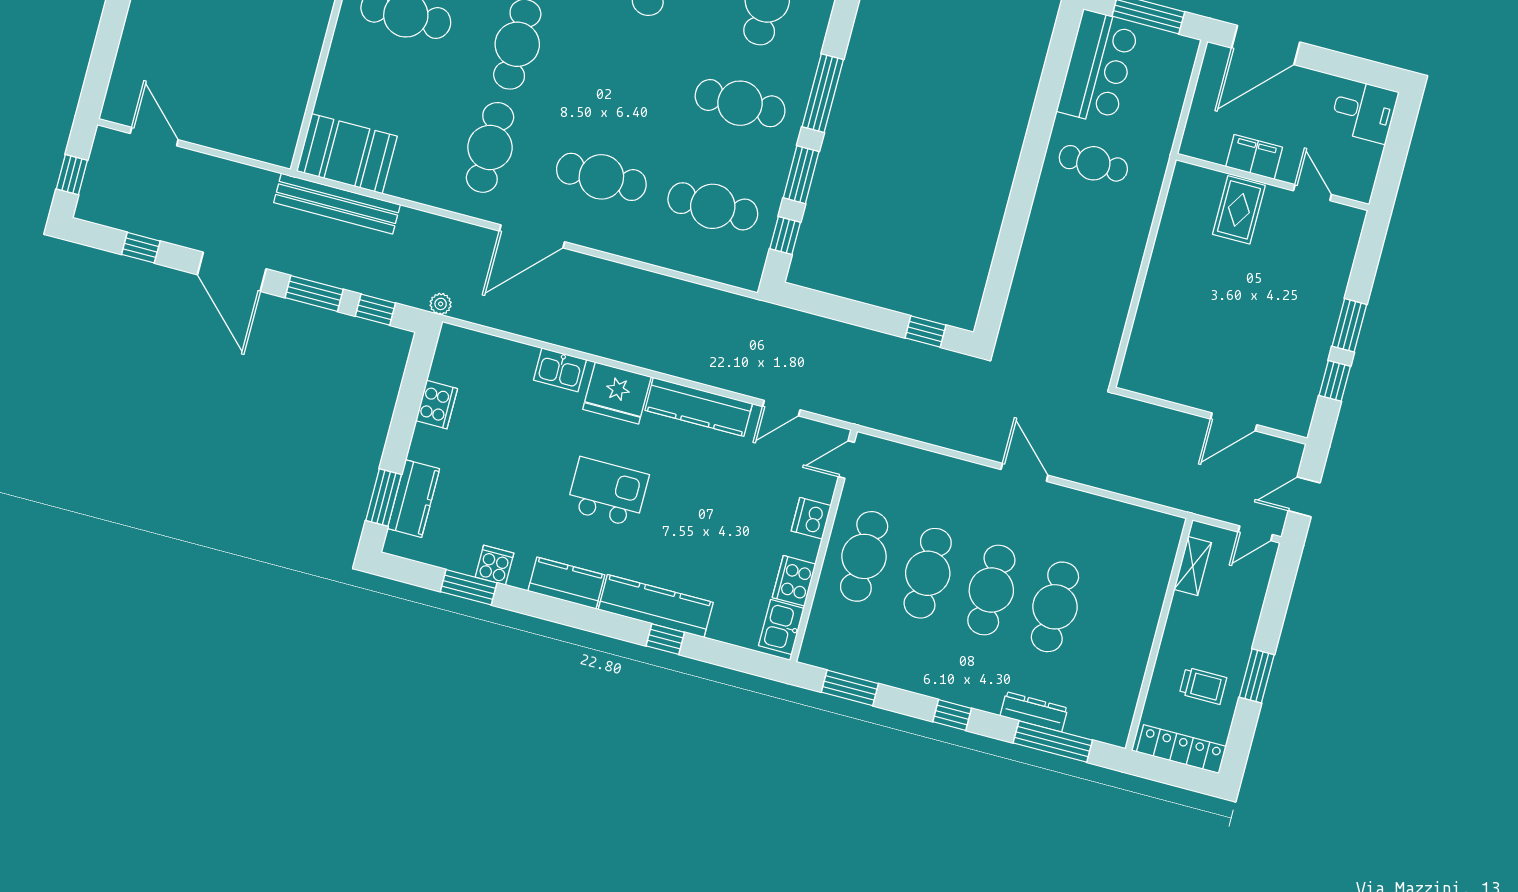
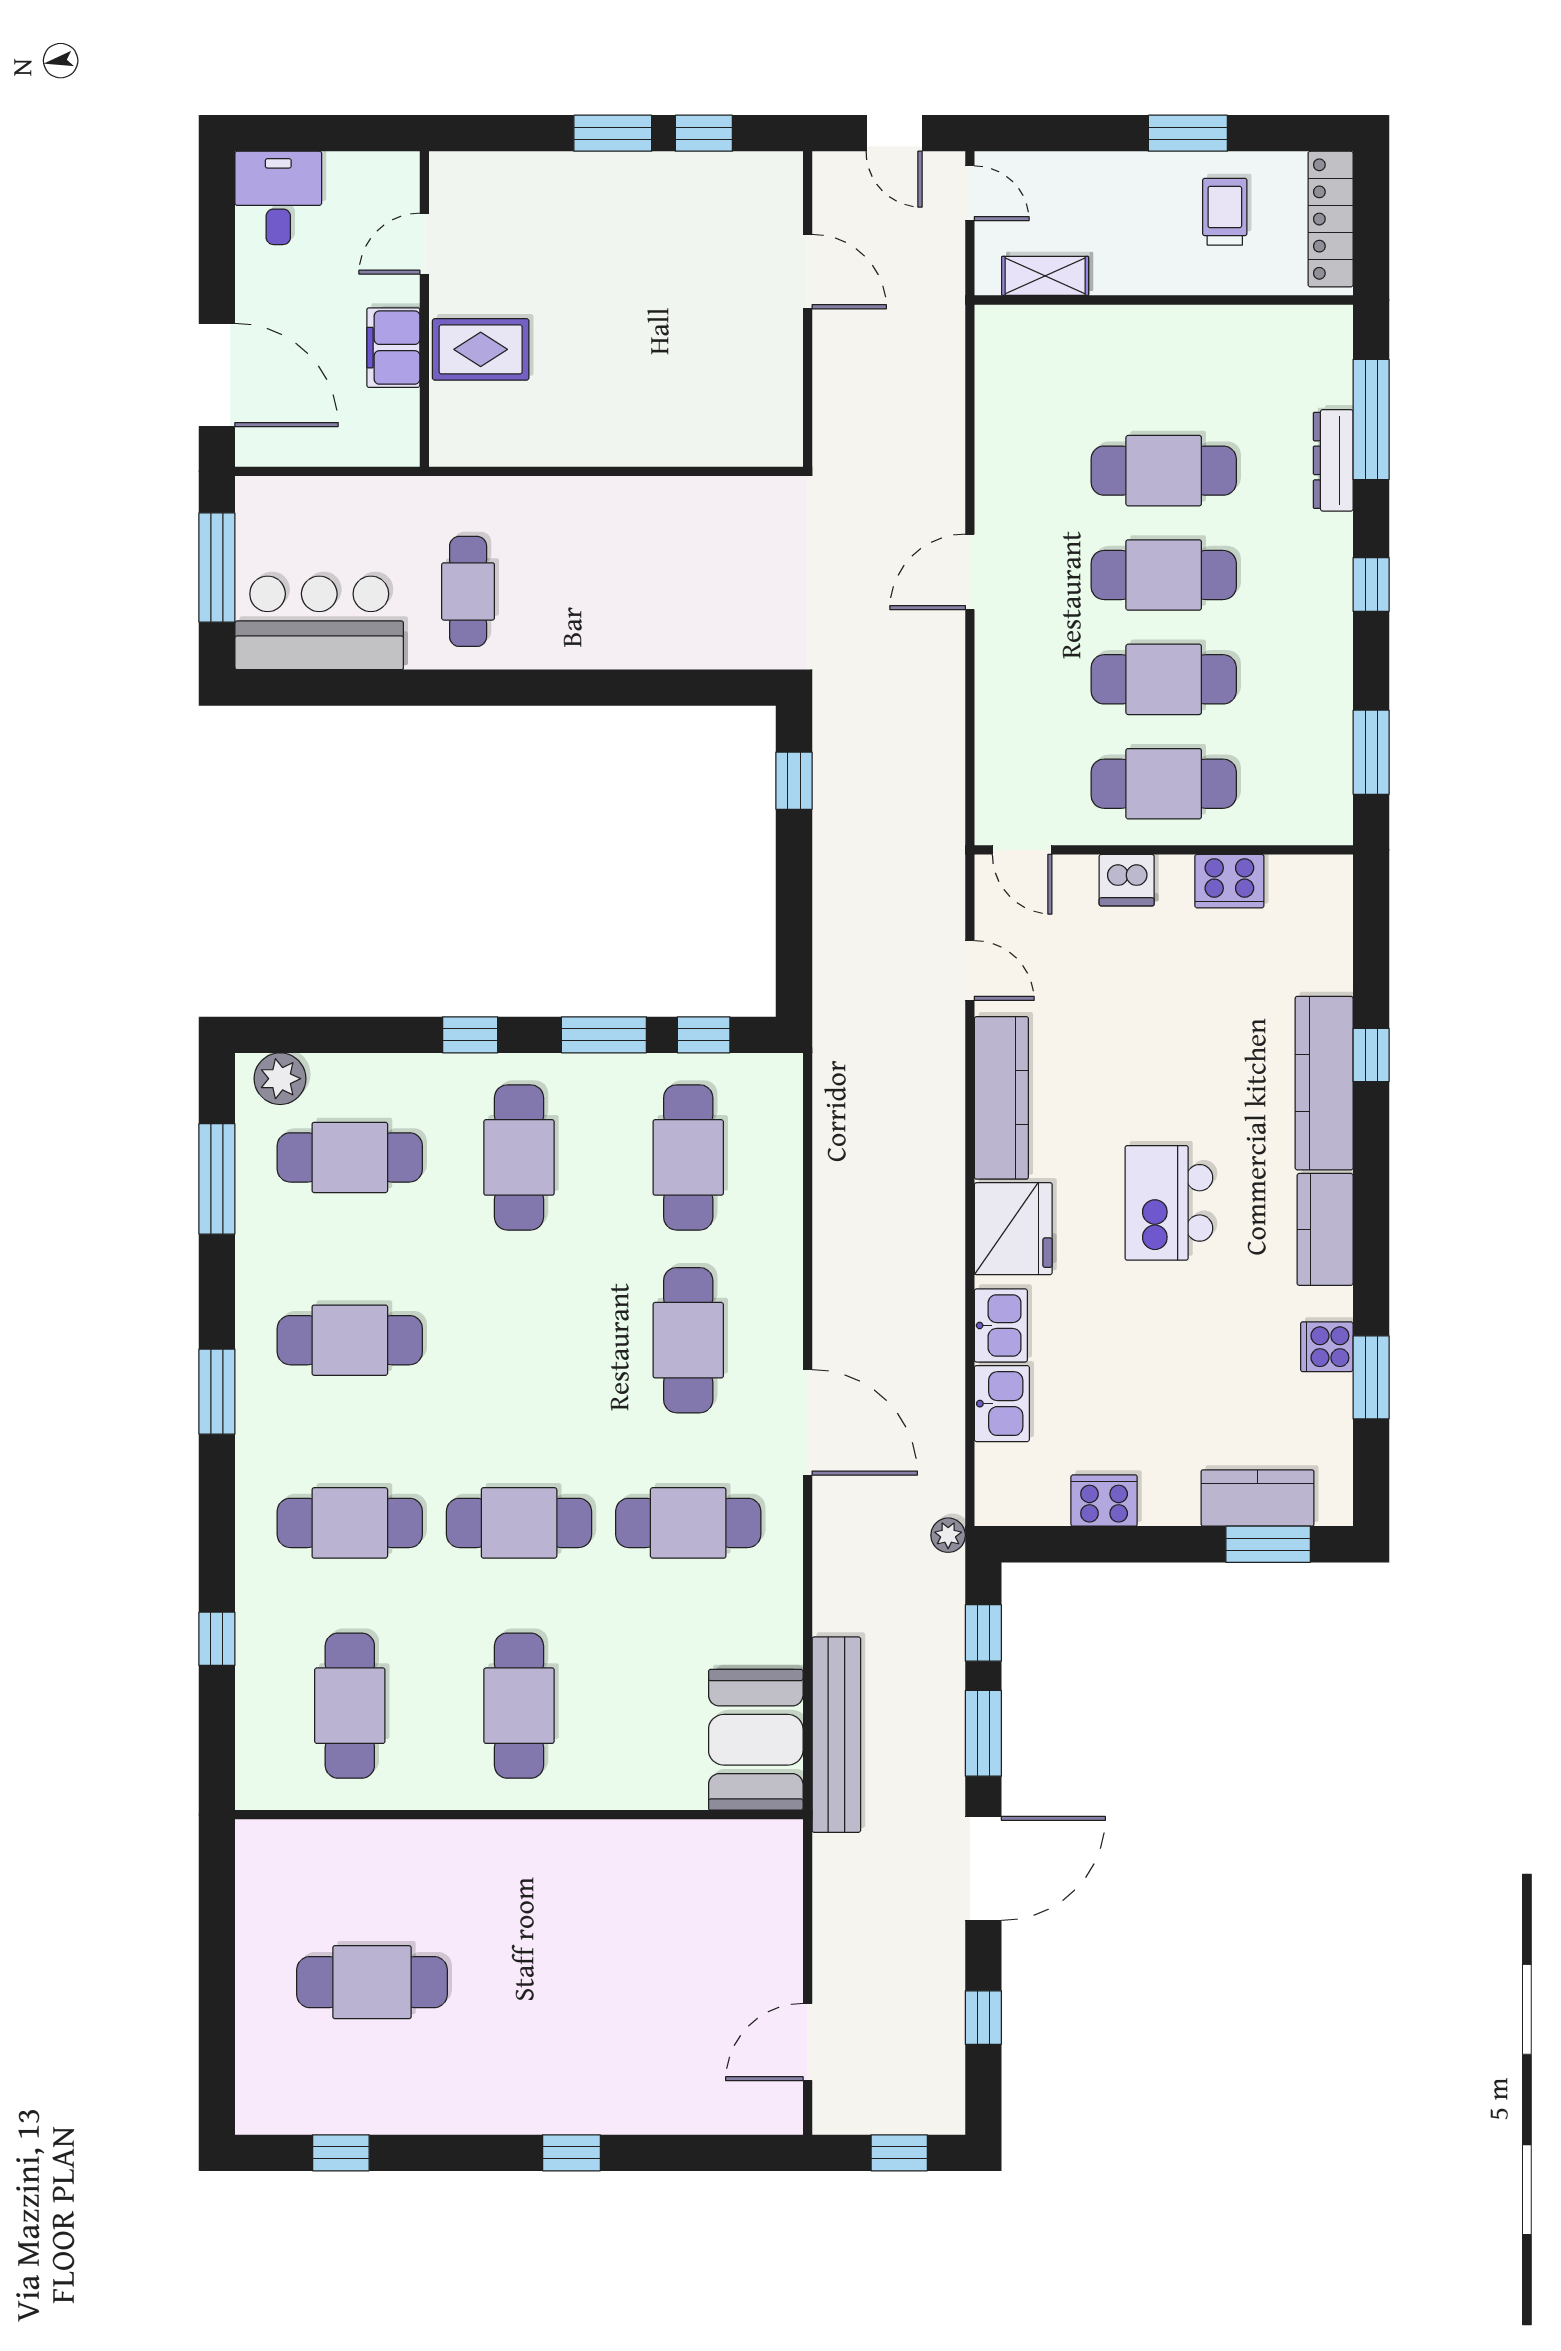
window: (823, 93) -> (470, 1035), width x0.46
kitchen sink: (781, 627) -> (1002, 1404), moved, turned -90

